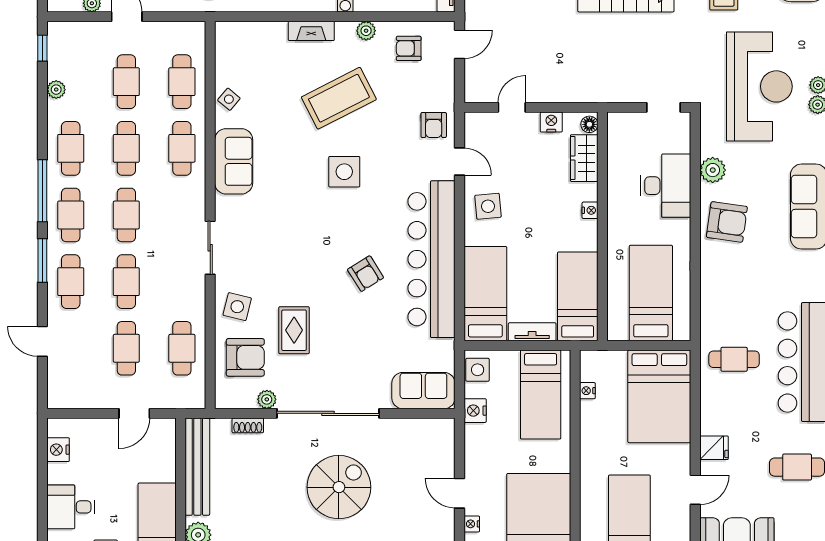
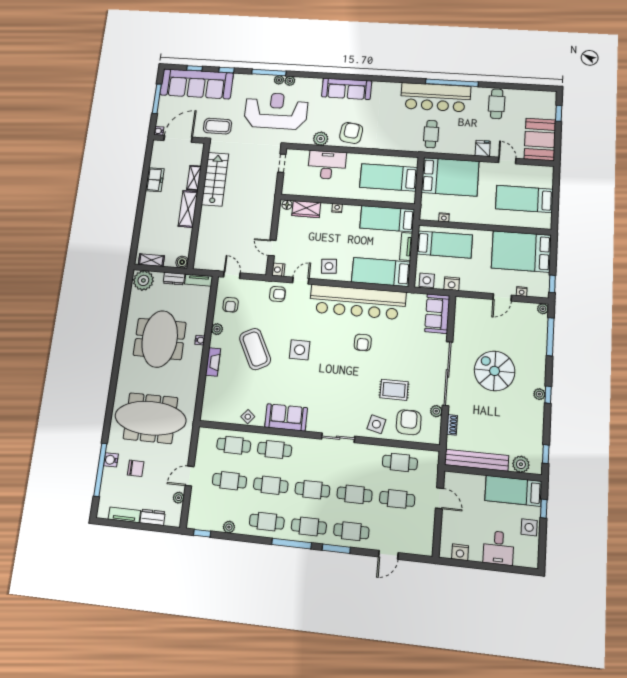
nightstand: (551, 122) -> (278, 270), moved
armchair: (366, 274) -> (363, 342), turned 122

